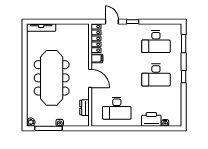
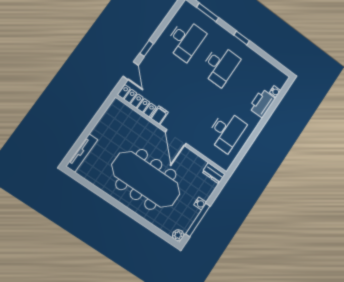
door: (112, 22) -> (131, 71), swing flipped
door: (90, 78) -> (176, 138), swing flipped
dresser: (85, 108) -> (214, 173), moved

